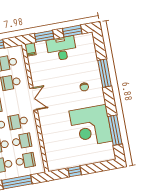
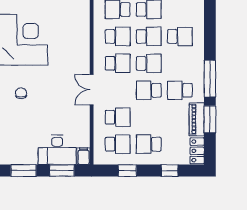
desk: (62, 49) -> (57, 150), moved
school desk: (22, 141) -> (118, 36), turned 180

